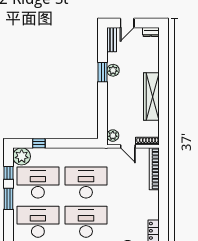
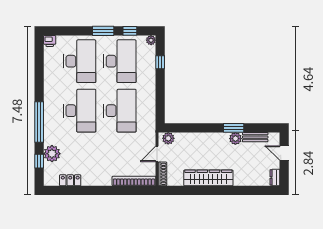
bench: (112, 40) -> (255, 137), moved
plant: (22, 156) -> (151, 40), width x0.53, depth x0.53

